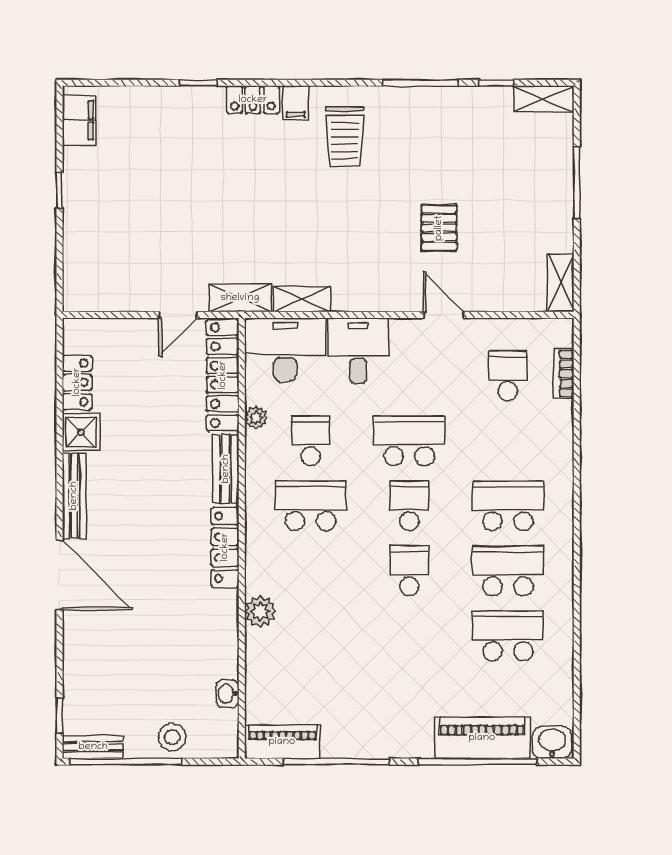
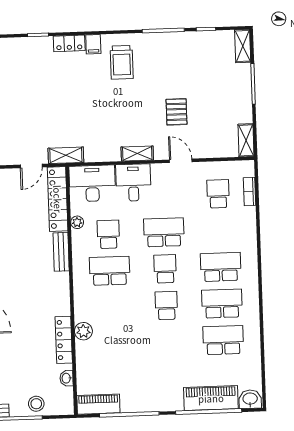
shelving: (543, 99) -> (243, 46), moved, turned 90
shelving: (302, 299) -> (137, 153), moved
locker: (225, 547) -> (64, 340), moved

